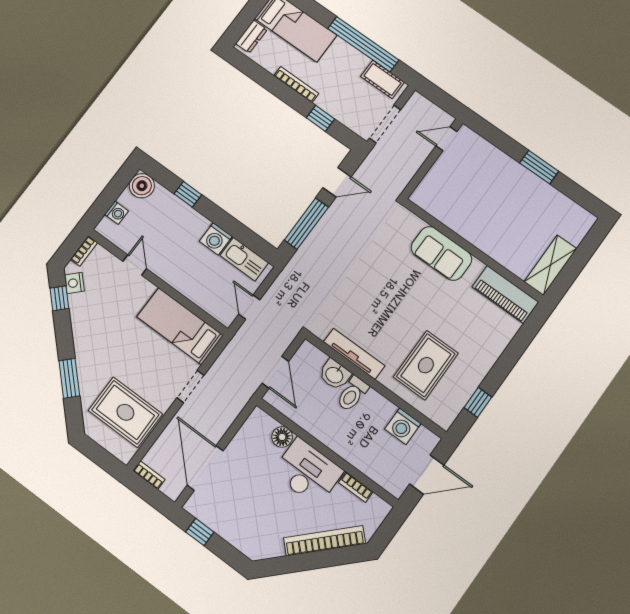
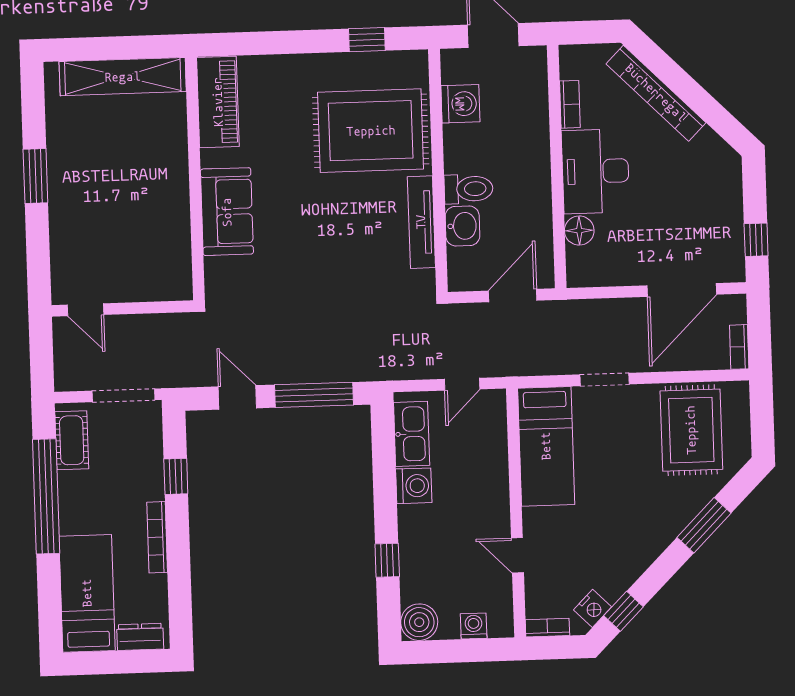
door: (135, 265) -> (517, 555), hinge flipped
shelving: (550, 265) -> (123, 77), width x1.47
rug: (426, 365) -> (371, 131), width x1.37, depth x1.44

